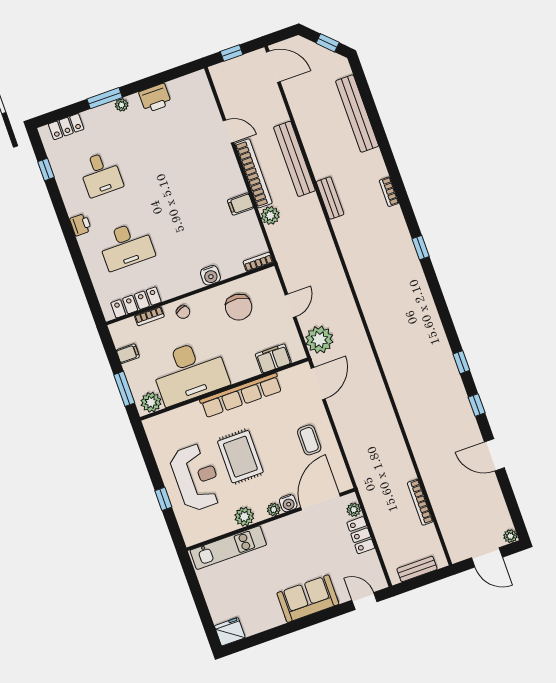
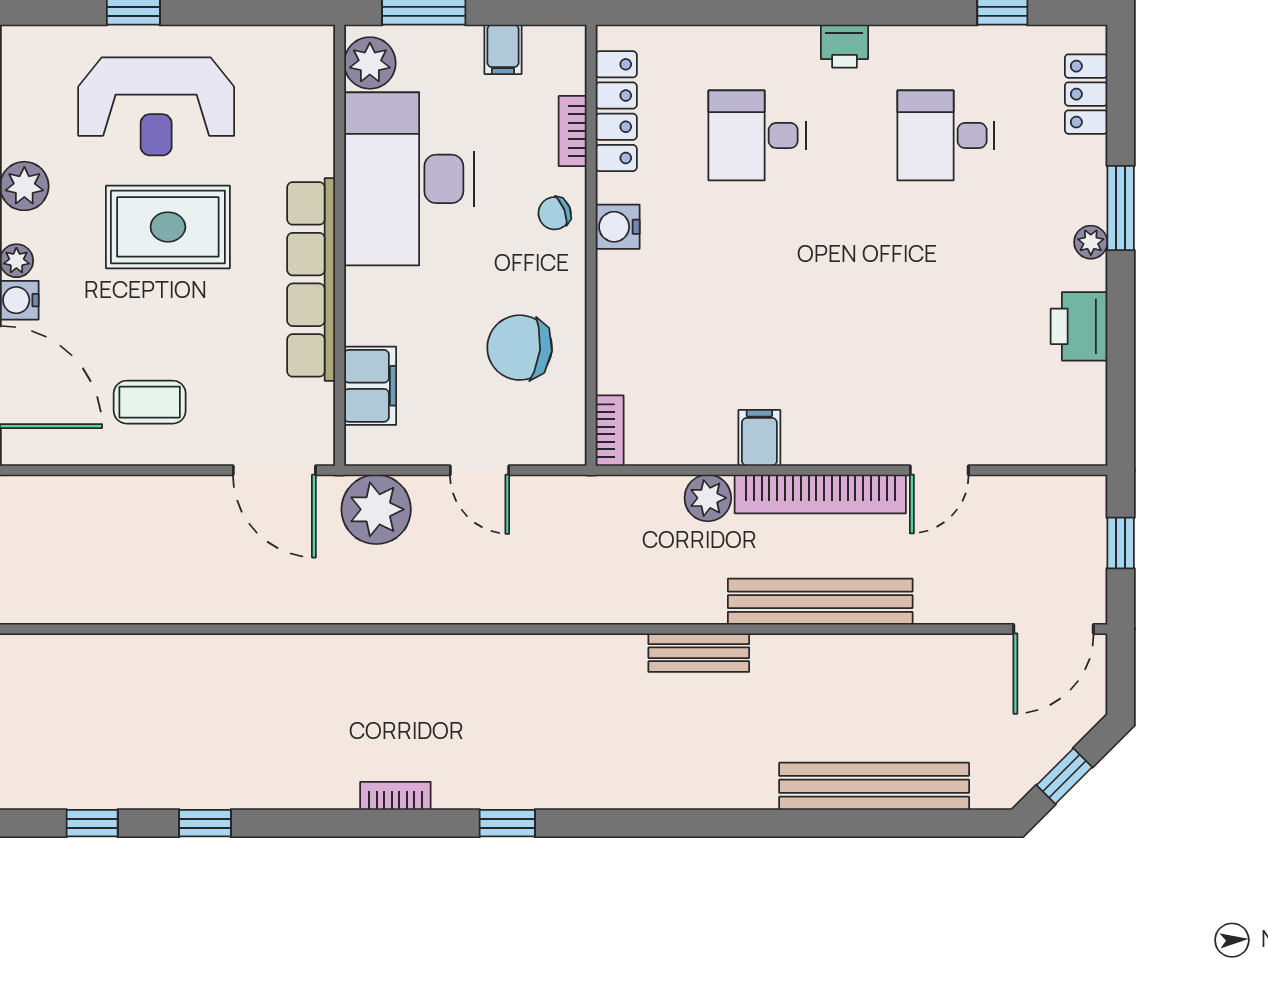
bookcase: (389, 192) -> (395, 796), moved
desk: (126, 246) -> (757, 135), width x0.73
water cooler: (210, 275) -> (618, 227), moved

